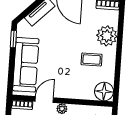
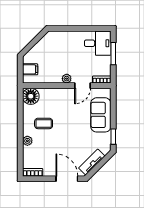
plant: (107, 36) -> (27, 141), width x0.53, depth x0.53
sofa: (26, 65) -> (101, 115), width x0.73

